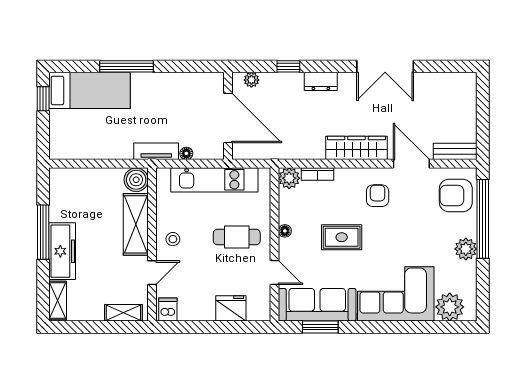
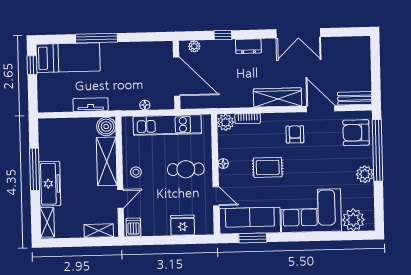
tv unit: (156, 151) -> (91, 105), moved

